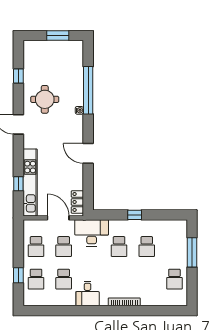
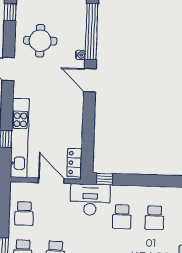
door: (88, 153) -> (90, 80), moved
window: (135, 215) -> (104, 179), moved
school desk: (64, 246) -> (57, 215), removed

